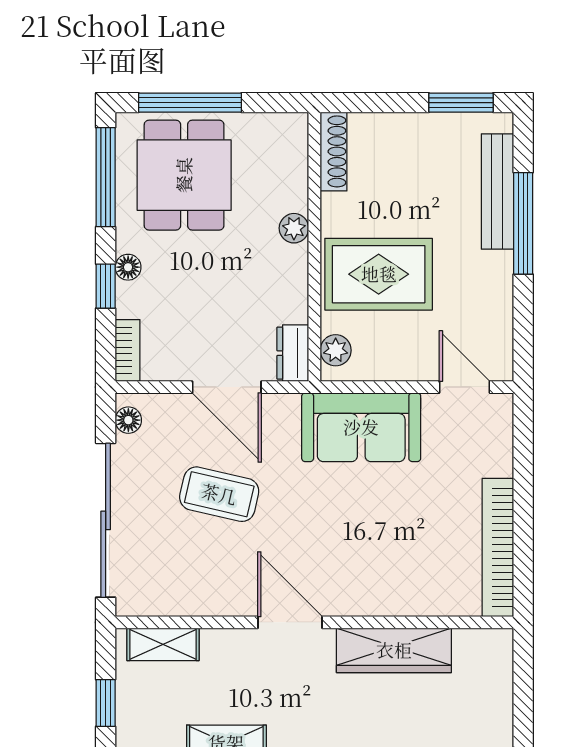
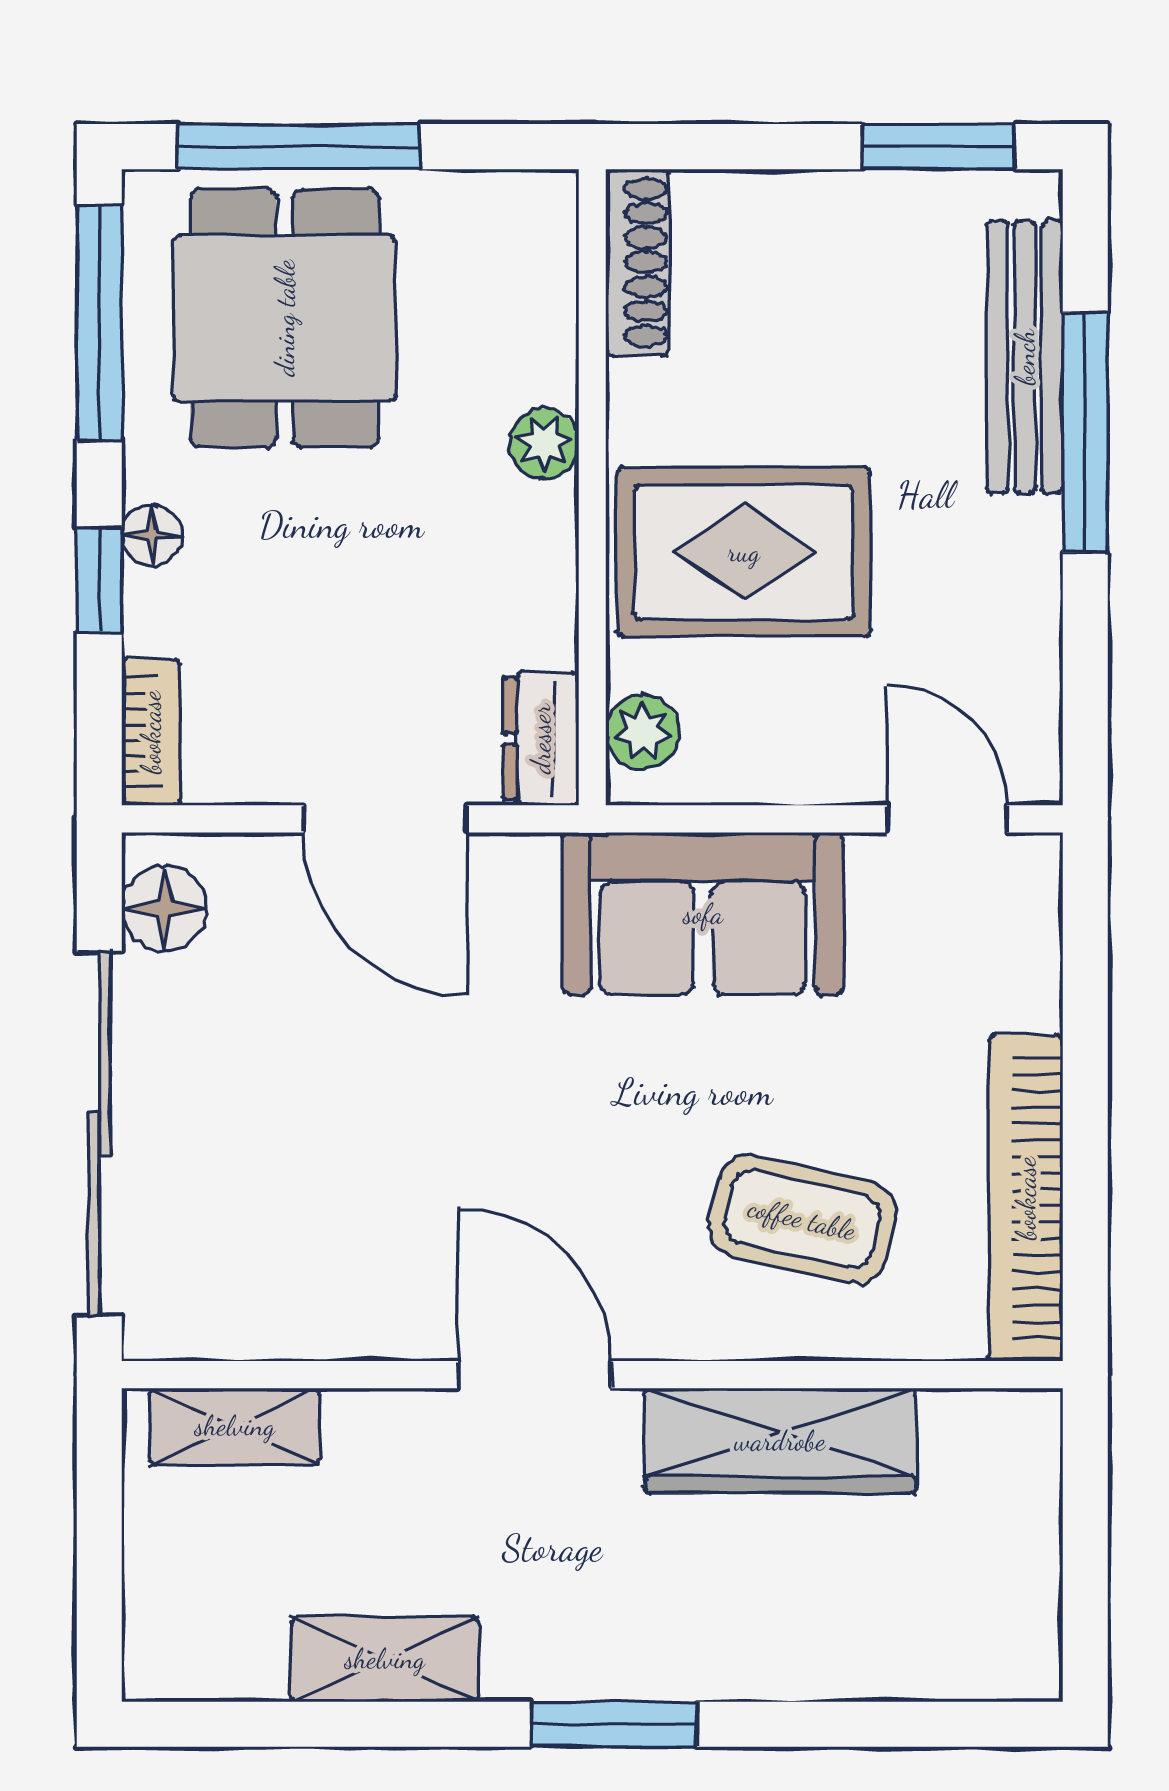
floor lamp: (128, 420) -> (164, 908), width x1.37, depth x1.37
coffee table: (219, 494) -> (802, 1219), moved
window: (106, 703) -> (99, 1565), removed

